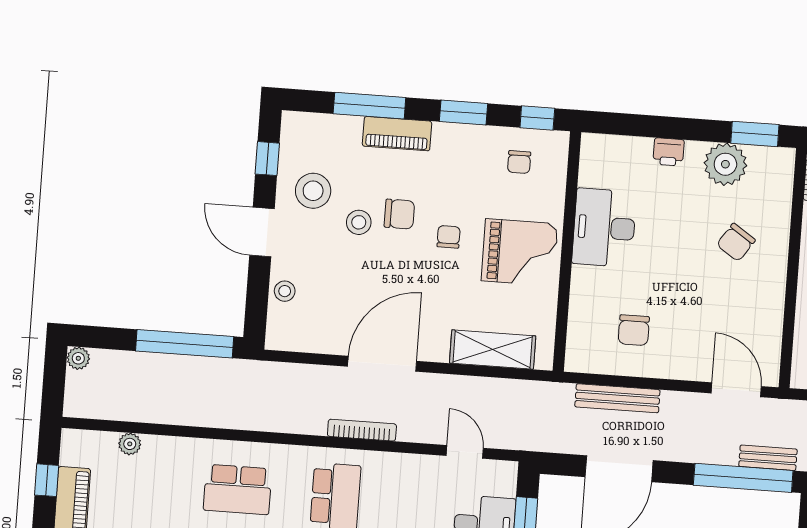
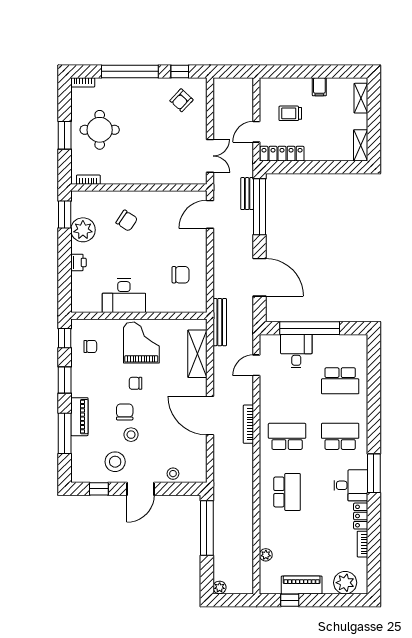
bench: (617, 398) -> (220, 322), moved

